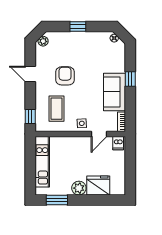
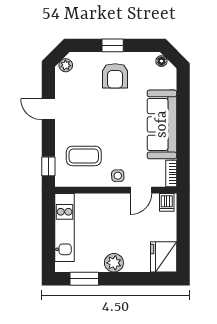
armchair: (65, 76) -> (115, 76), moved, turned 180
window: (130, 79) -> (183, 116), removed
sofa: (115, 92) -> (162, 124), width x1.36
coffee table: (56, 109) -> (84, 156), turned 90
fridge: (98, 185) -> (164, 257), moved, turned -90

